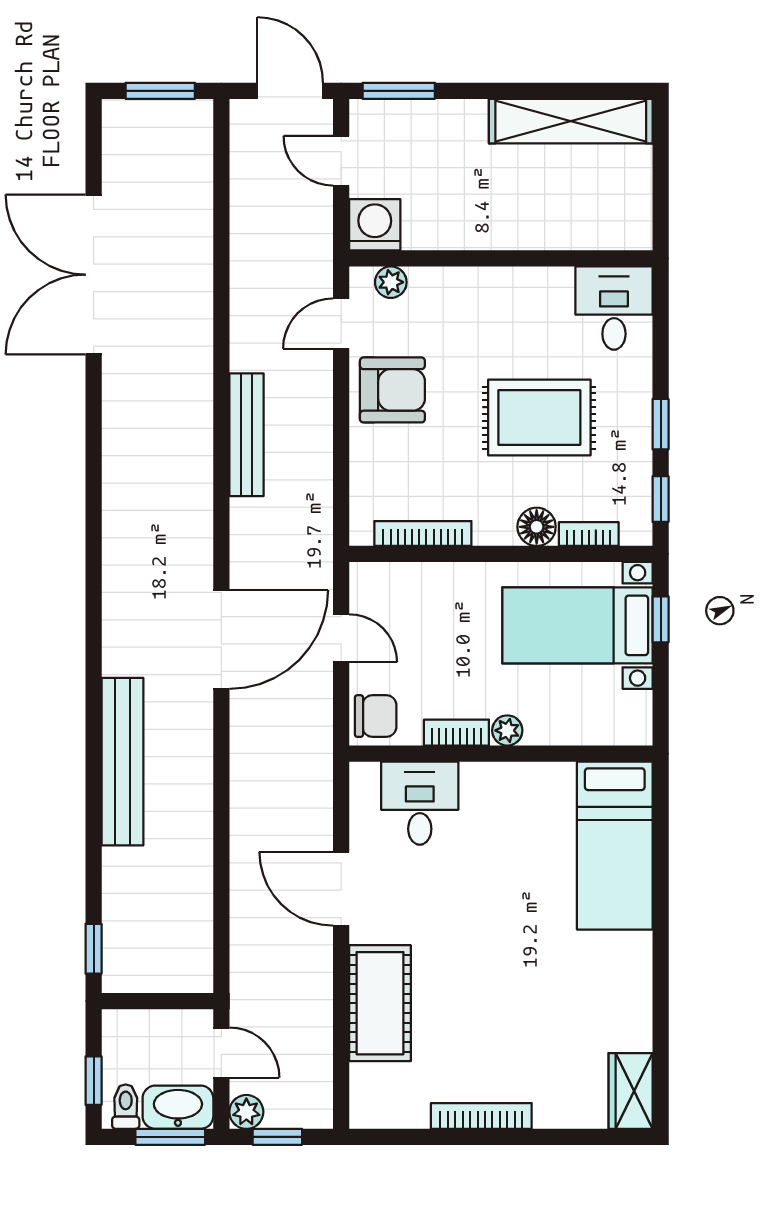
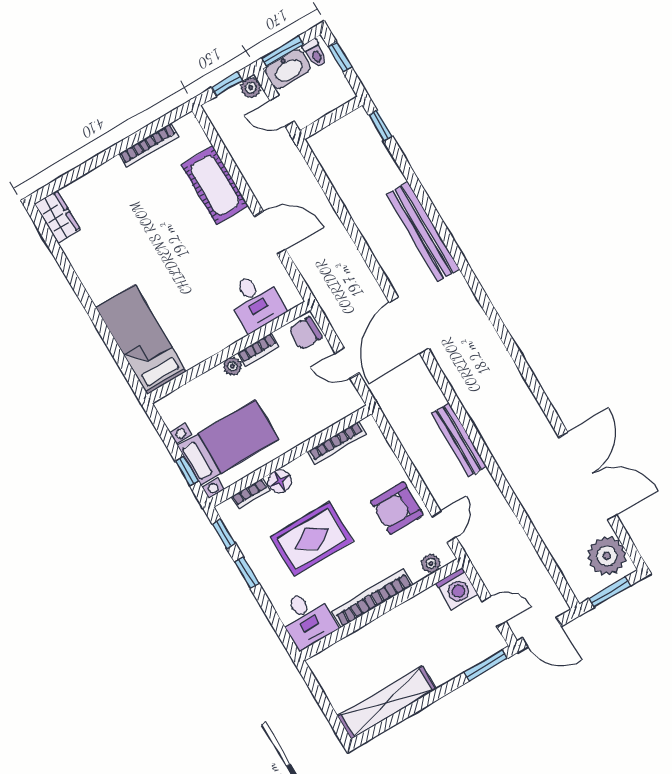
plant: (134, 145) -> (607, 556), added
bookcase: (503, 282) -> (372, 598), added
bookcase: (481, 1116) -> (149, 145), moved

